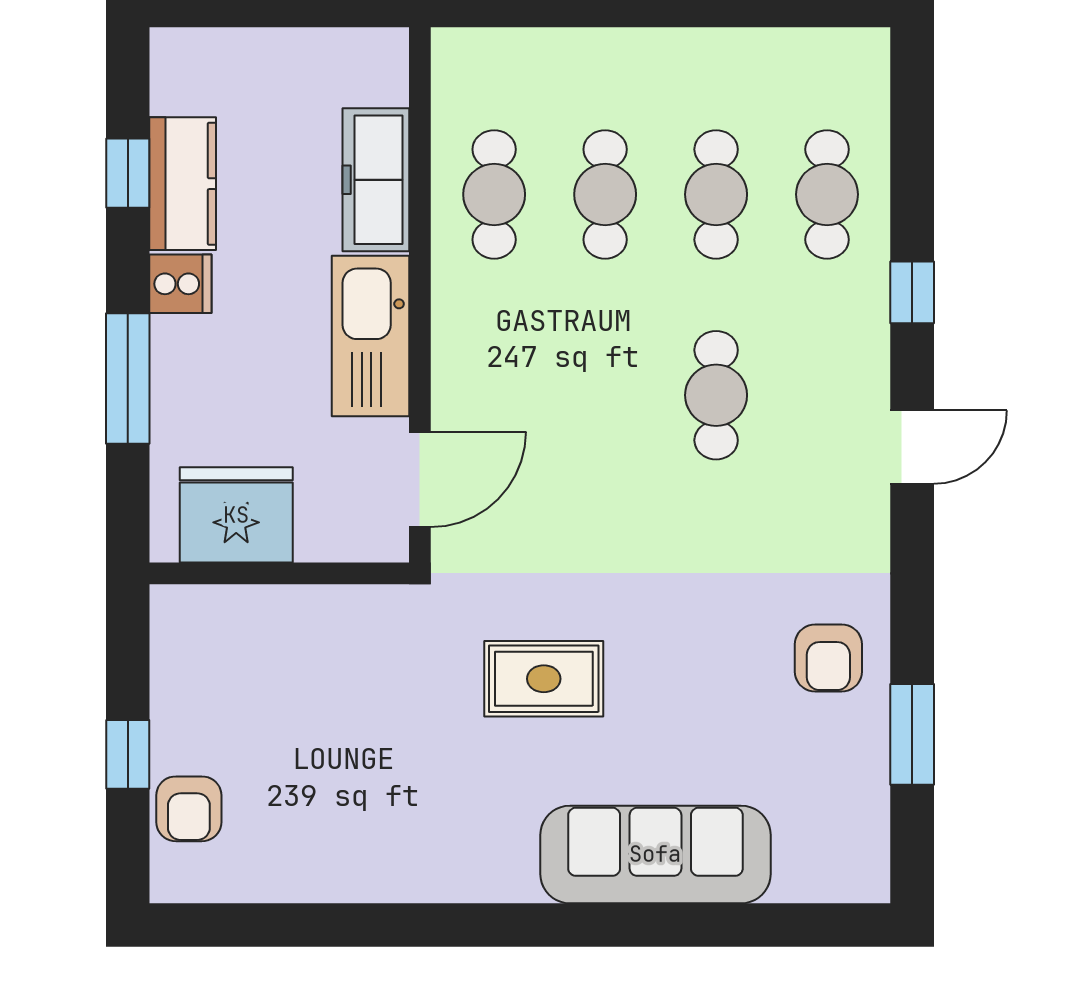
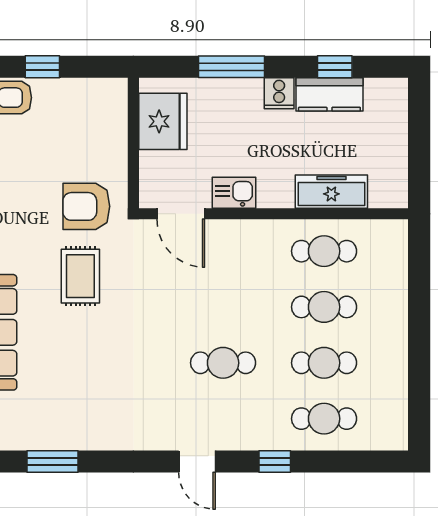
kitchen sink: (370, 336) -> (234, 193), width x0.53, depth x0.81
armchair: (828, 658) -> (86, 206), moved, width x1.38, depth x1.38

